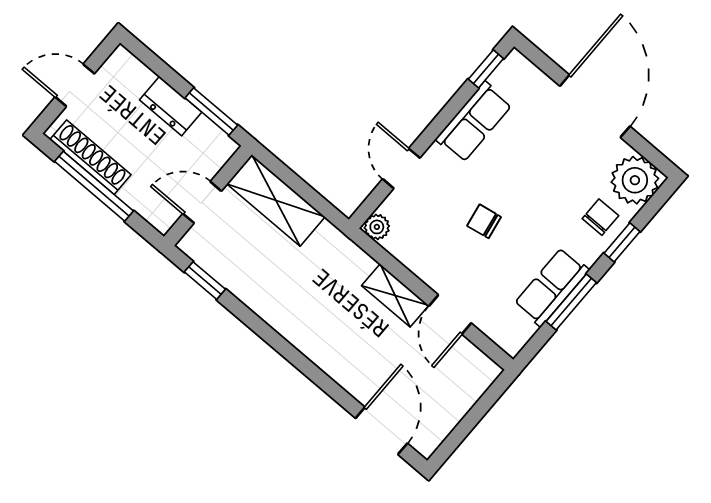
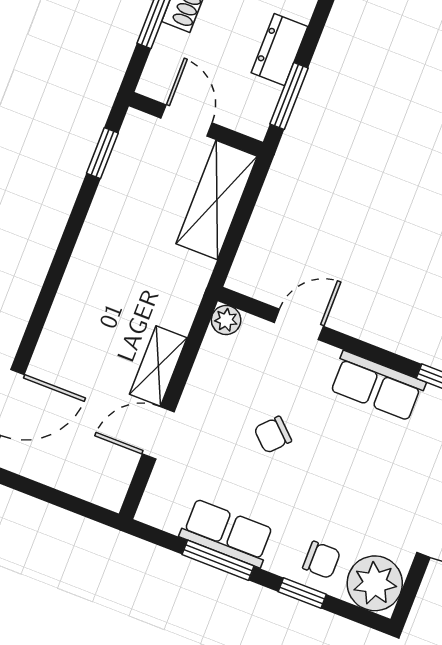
chair: (484, 221) -> (273, 435), turned -127

